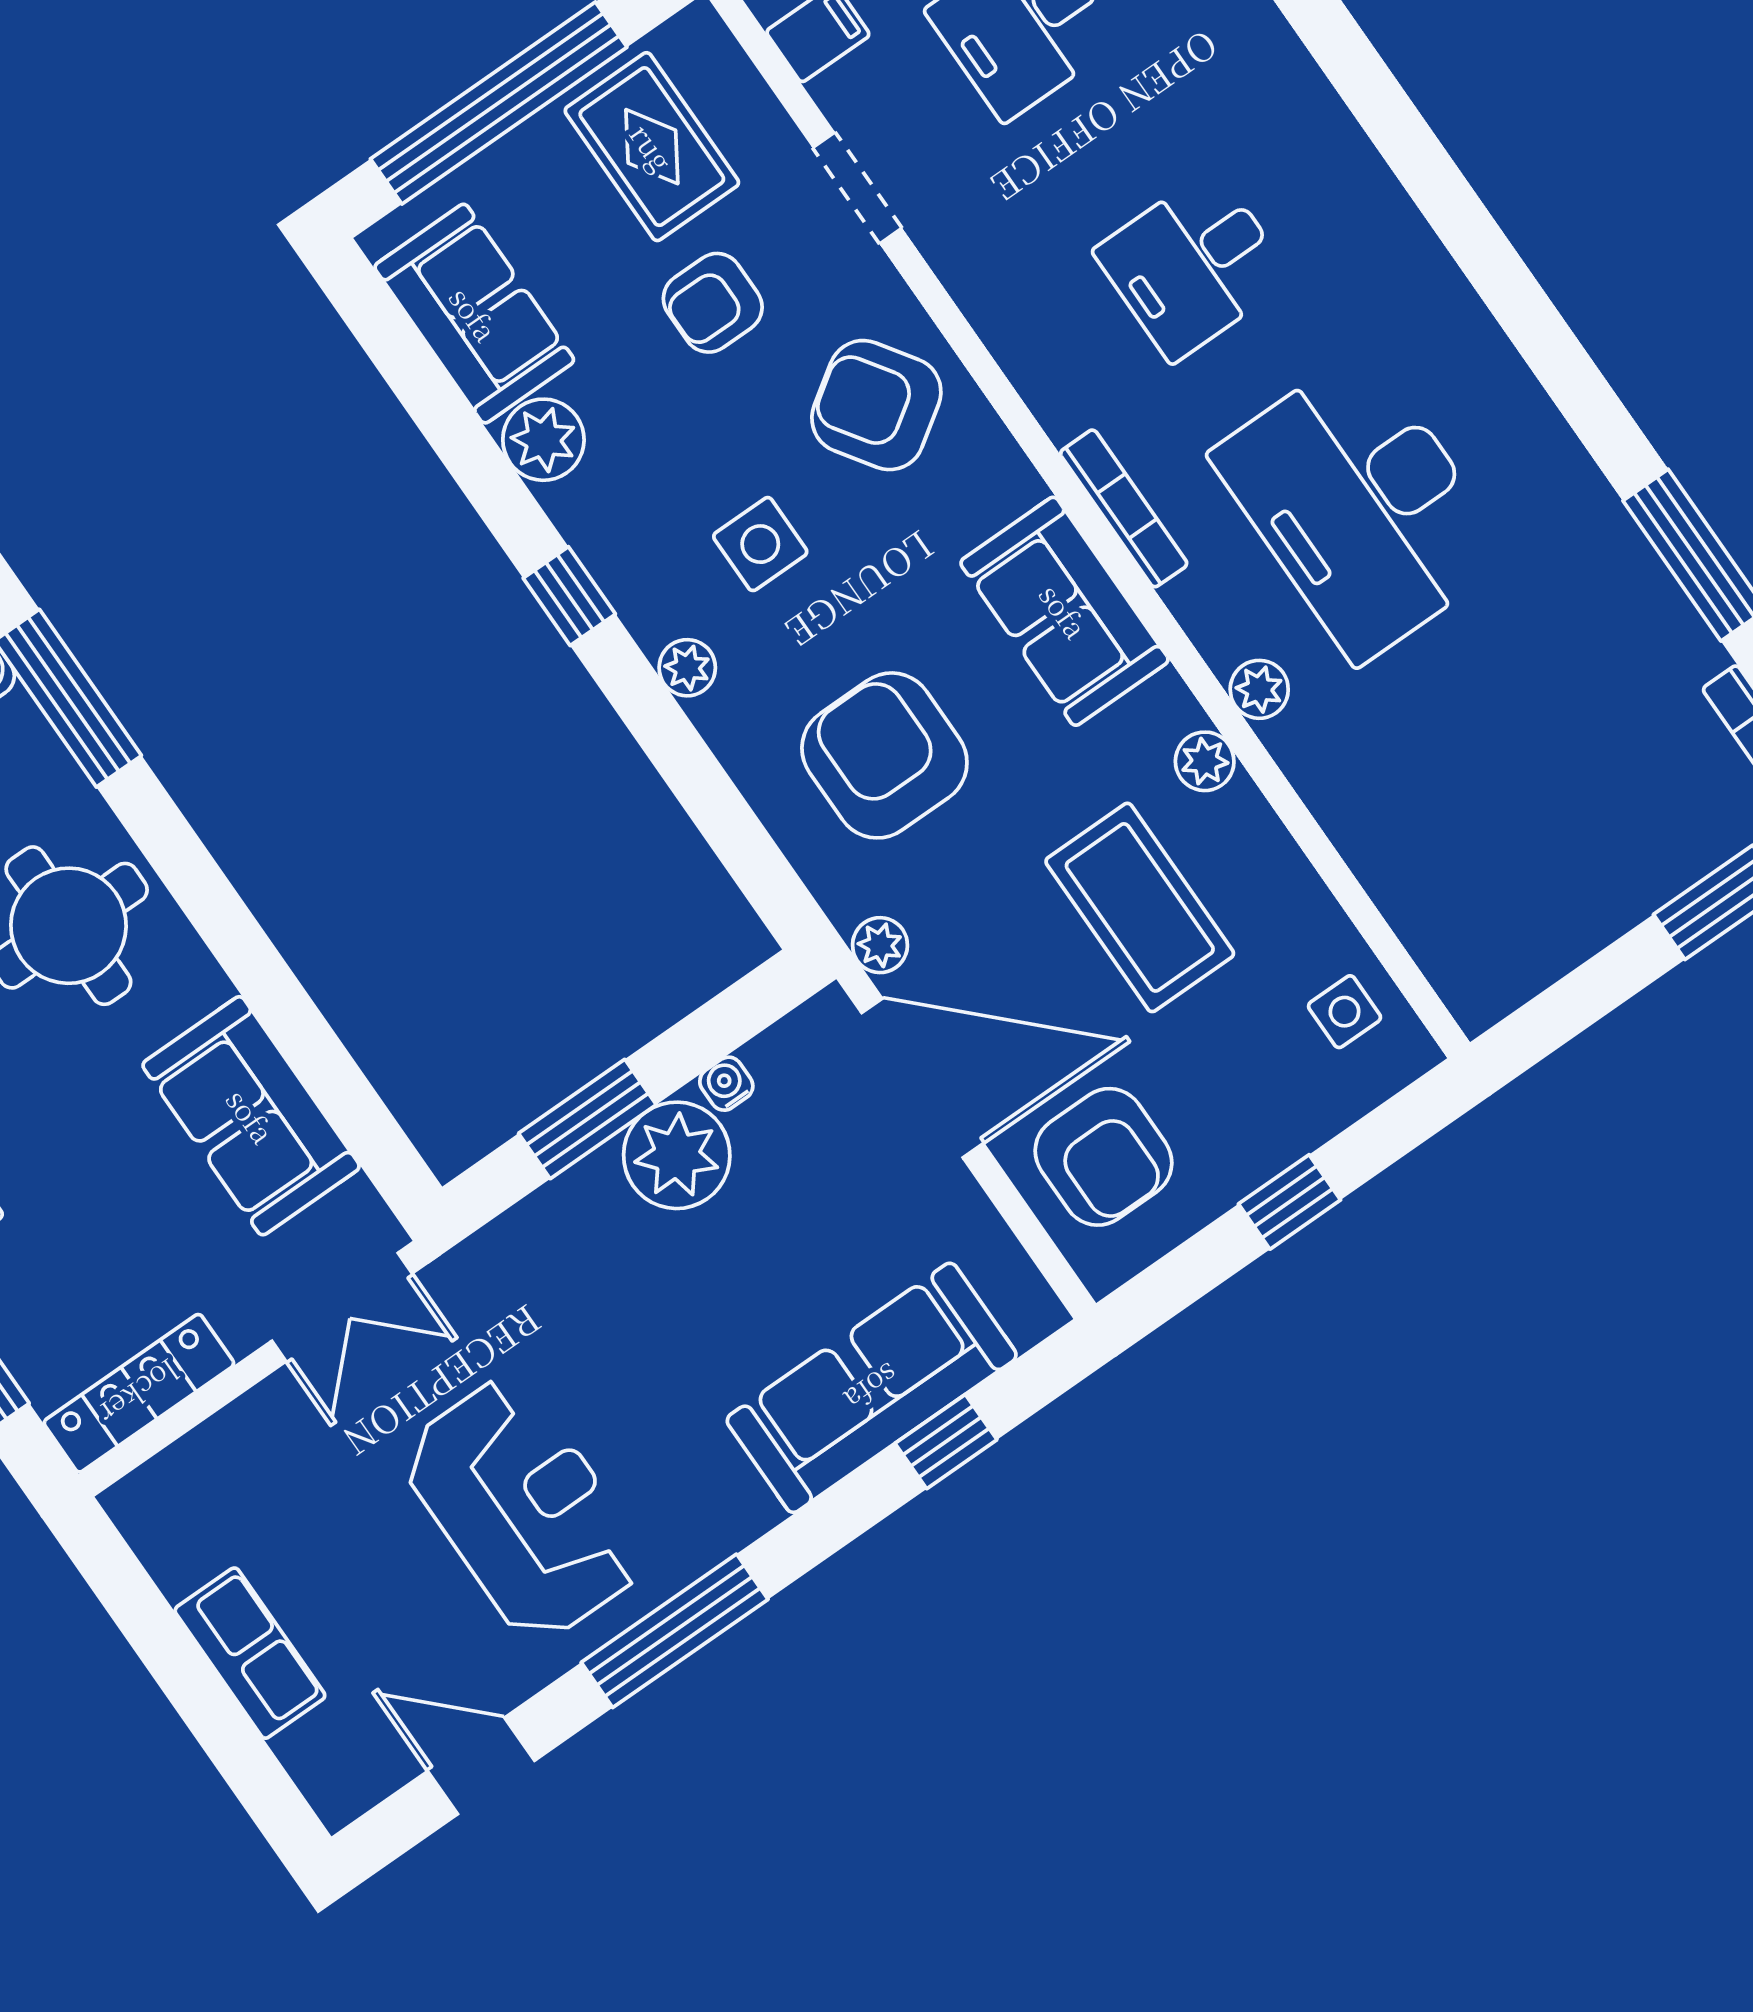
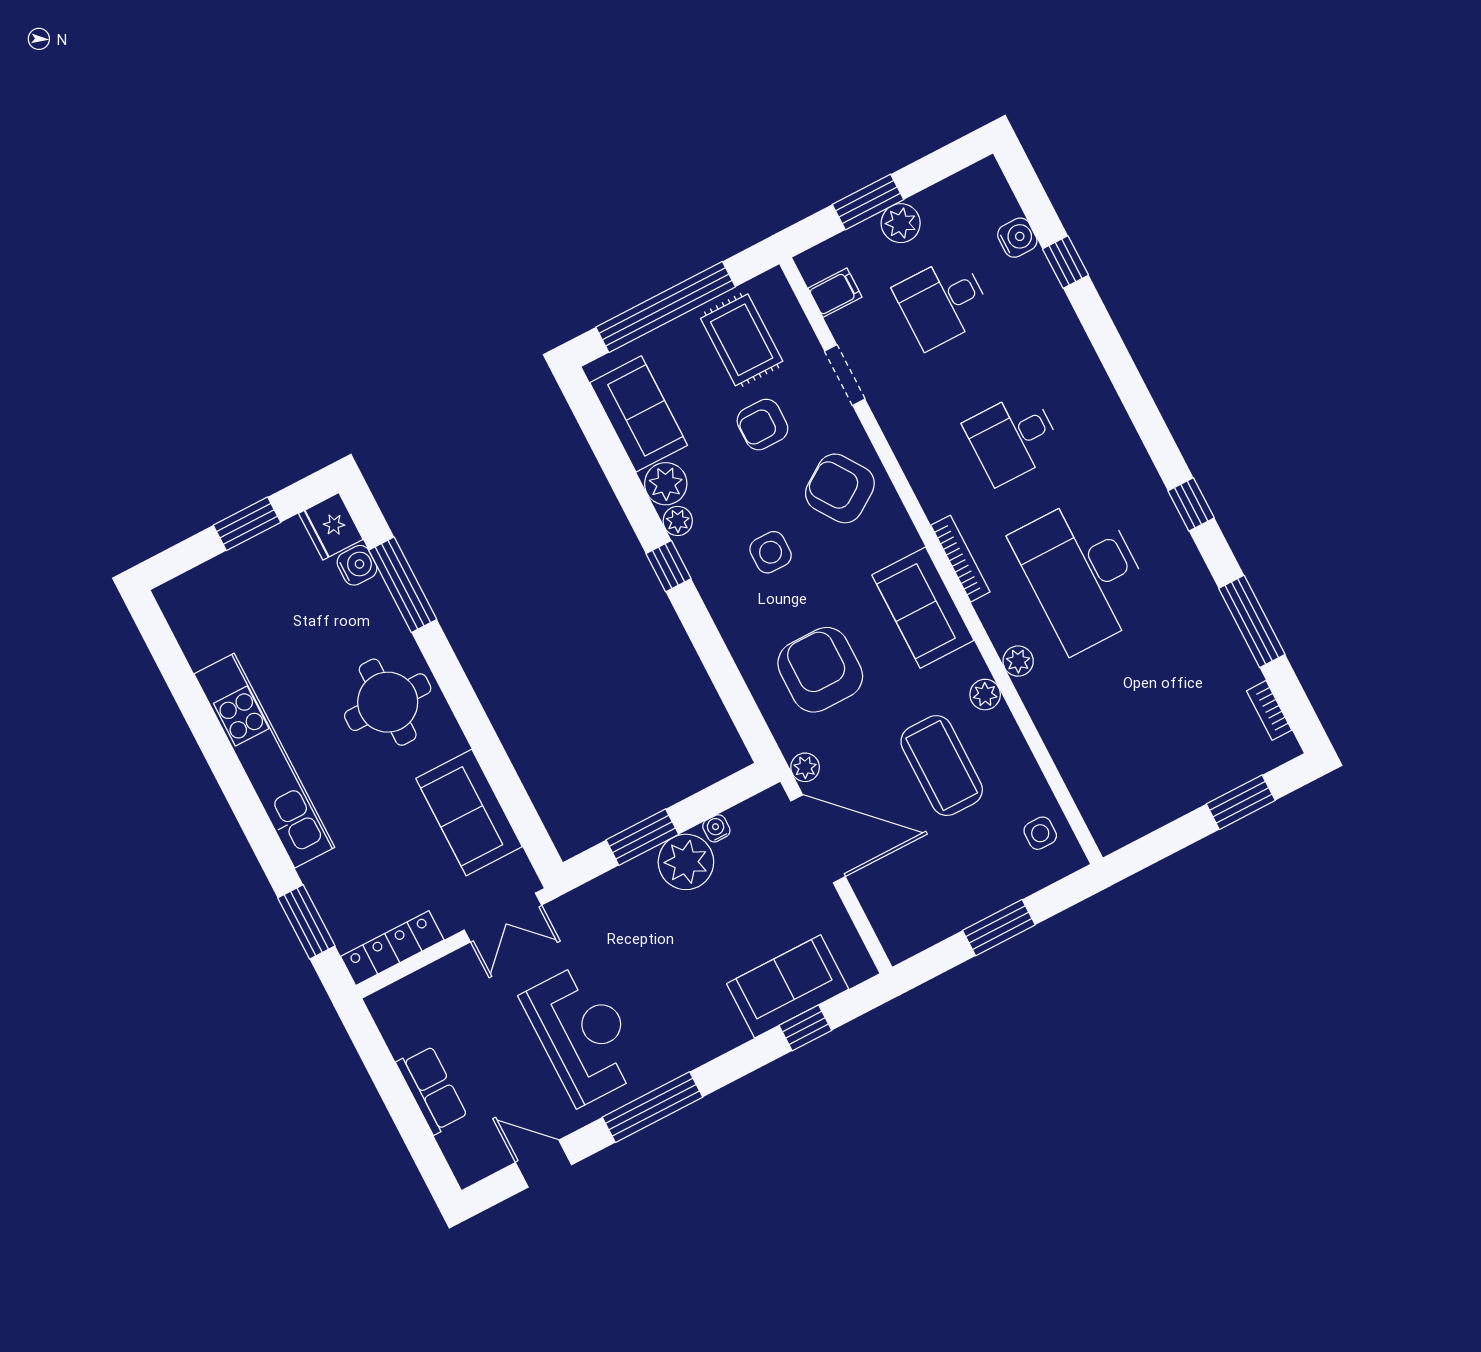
window: (1550, 347) -> (1191, 504), added
plant: (687, 668) -> (678, 521), moved
armchair: (1103, 1157) -> (906, 892), removed
window: (1289, 1202) -> (999, 928), width x1.50
sofa: (872, 1388) -> (788, 986), width x0.73

